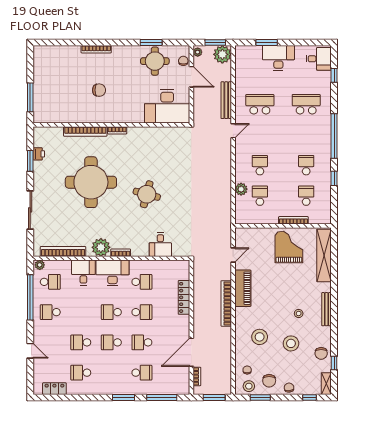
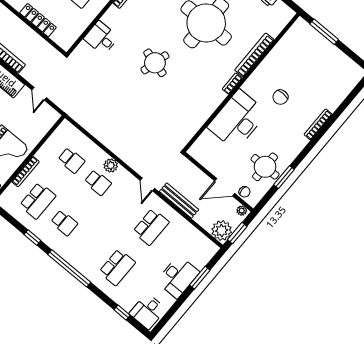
desk: (167, 106) -> (237, 120), moved
plant: (241, 189) -> (111, 166), moved
school desk: (306, 196) -> (38, 201), width x1.85

